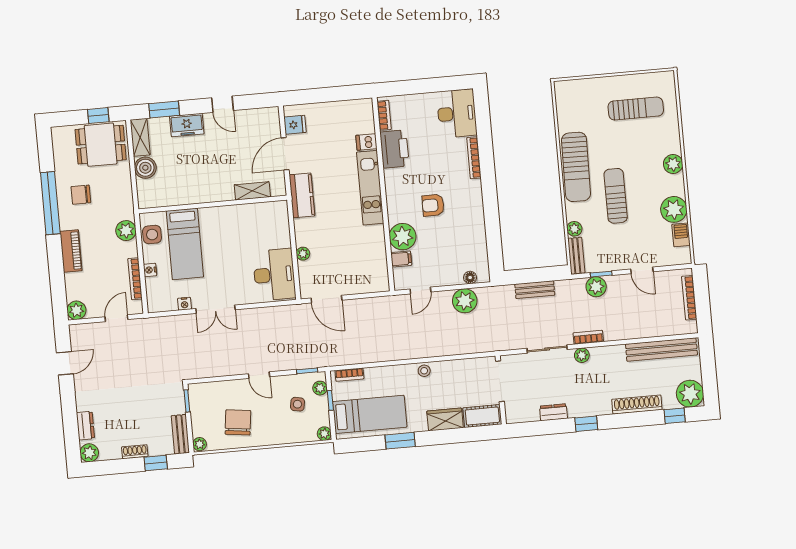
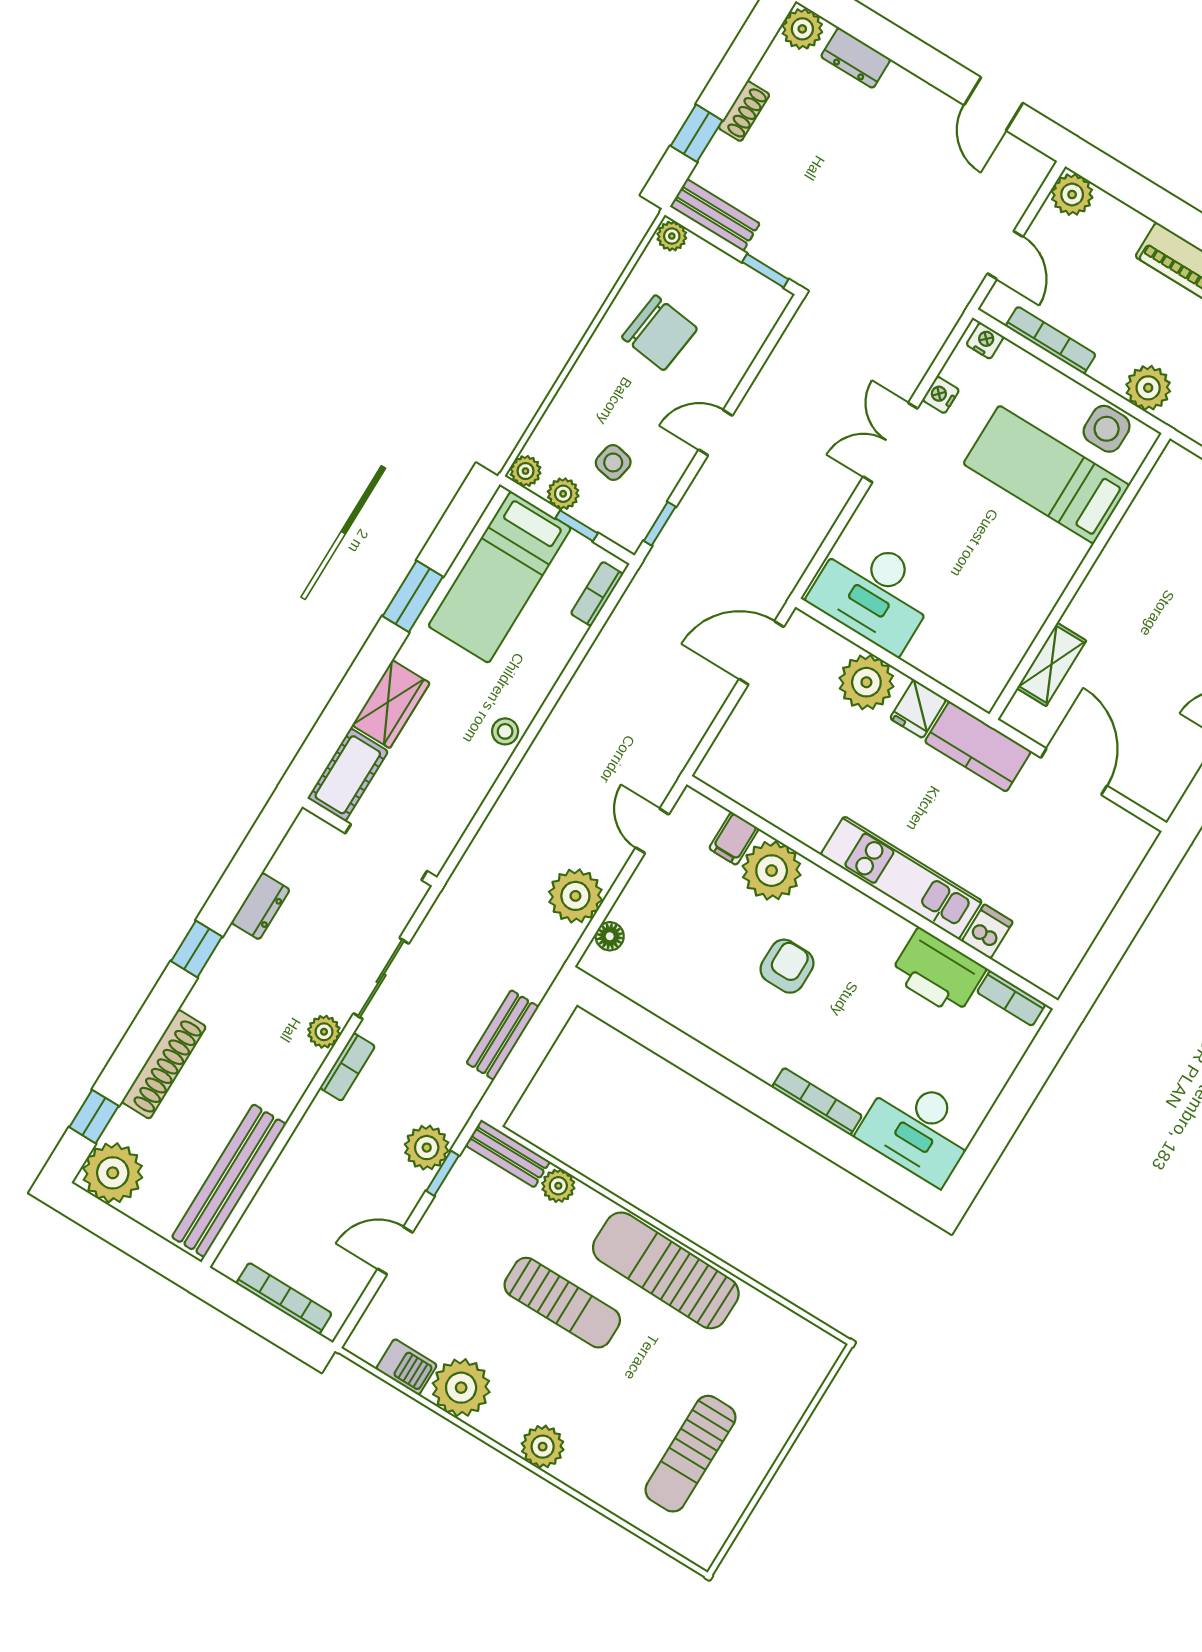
fridge: (295, 125) -> (918, 709), moved
plant: (303, 254) -> (866, 682), width x1.88, depth x1.88
nightstand: (150, 270) -> (985, 341), moved
plant: (320, 388) -> (563, 494), moved

